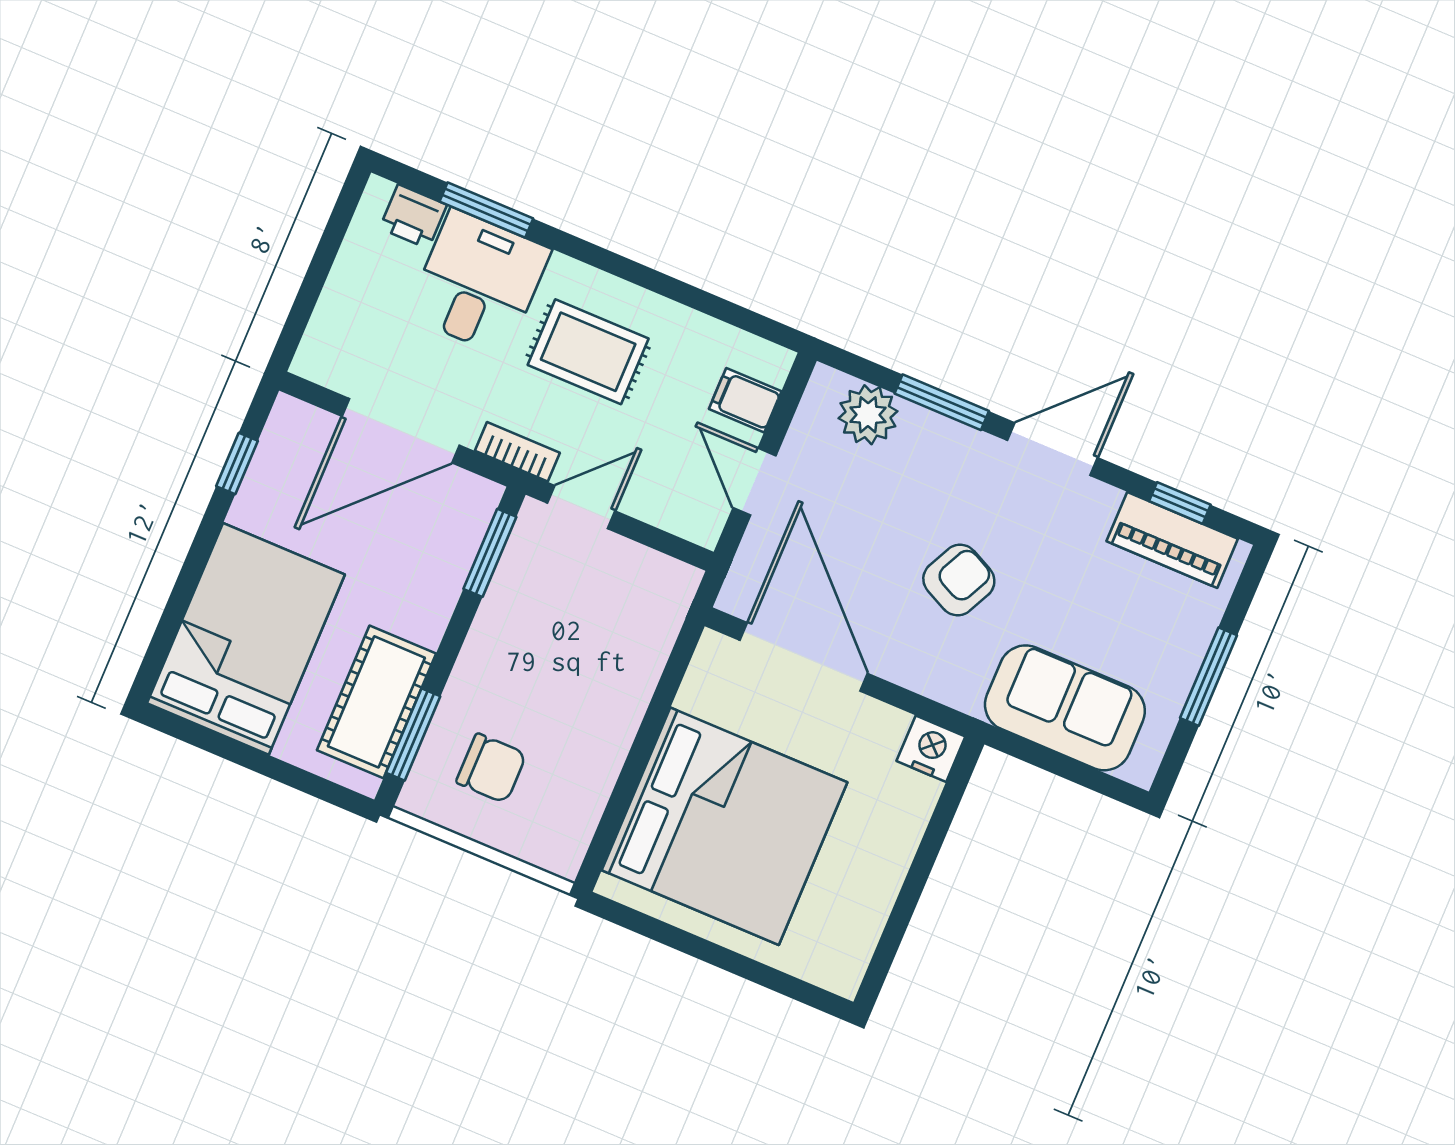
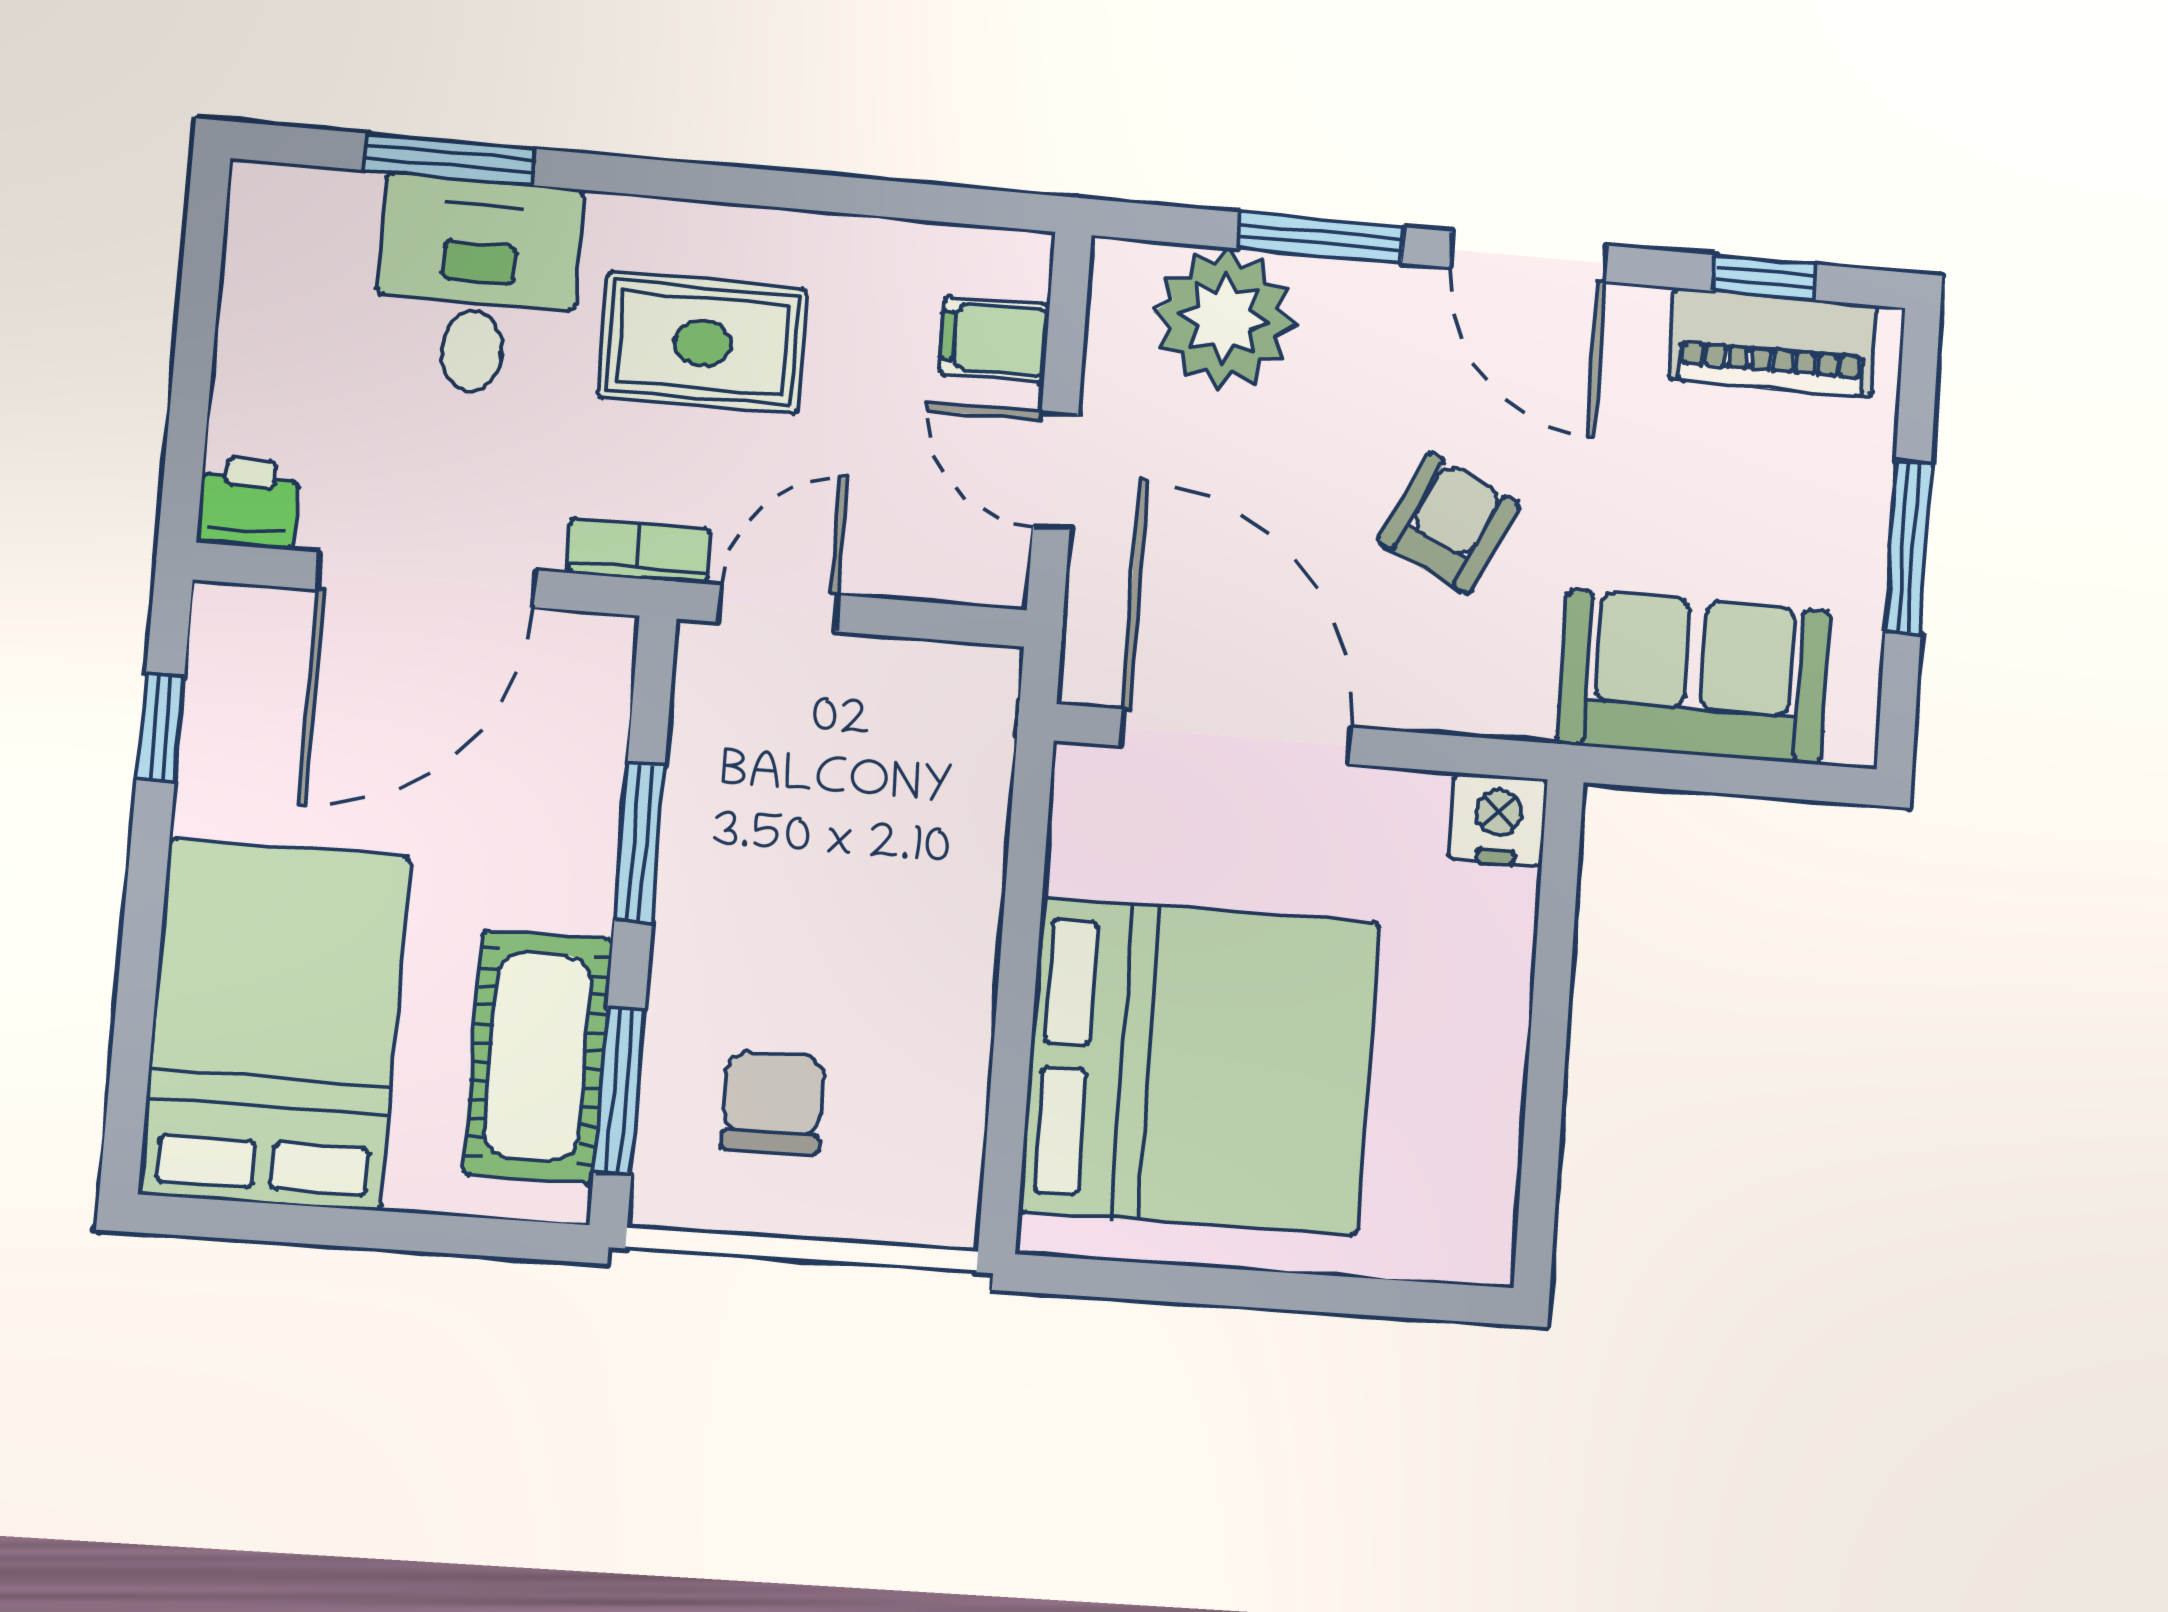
printer: (413, 216) -> (248, 503), moved, turned 180
plant: (868, 415) -> (1224, 318), width x1.36, depth x1.36
door: (1053, 449) -> (1528, 256), swing flipped
window: (490, 553) -> (640, 843), moved
chair: (491, 768) -> (773, 1103), turned -90

